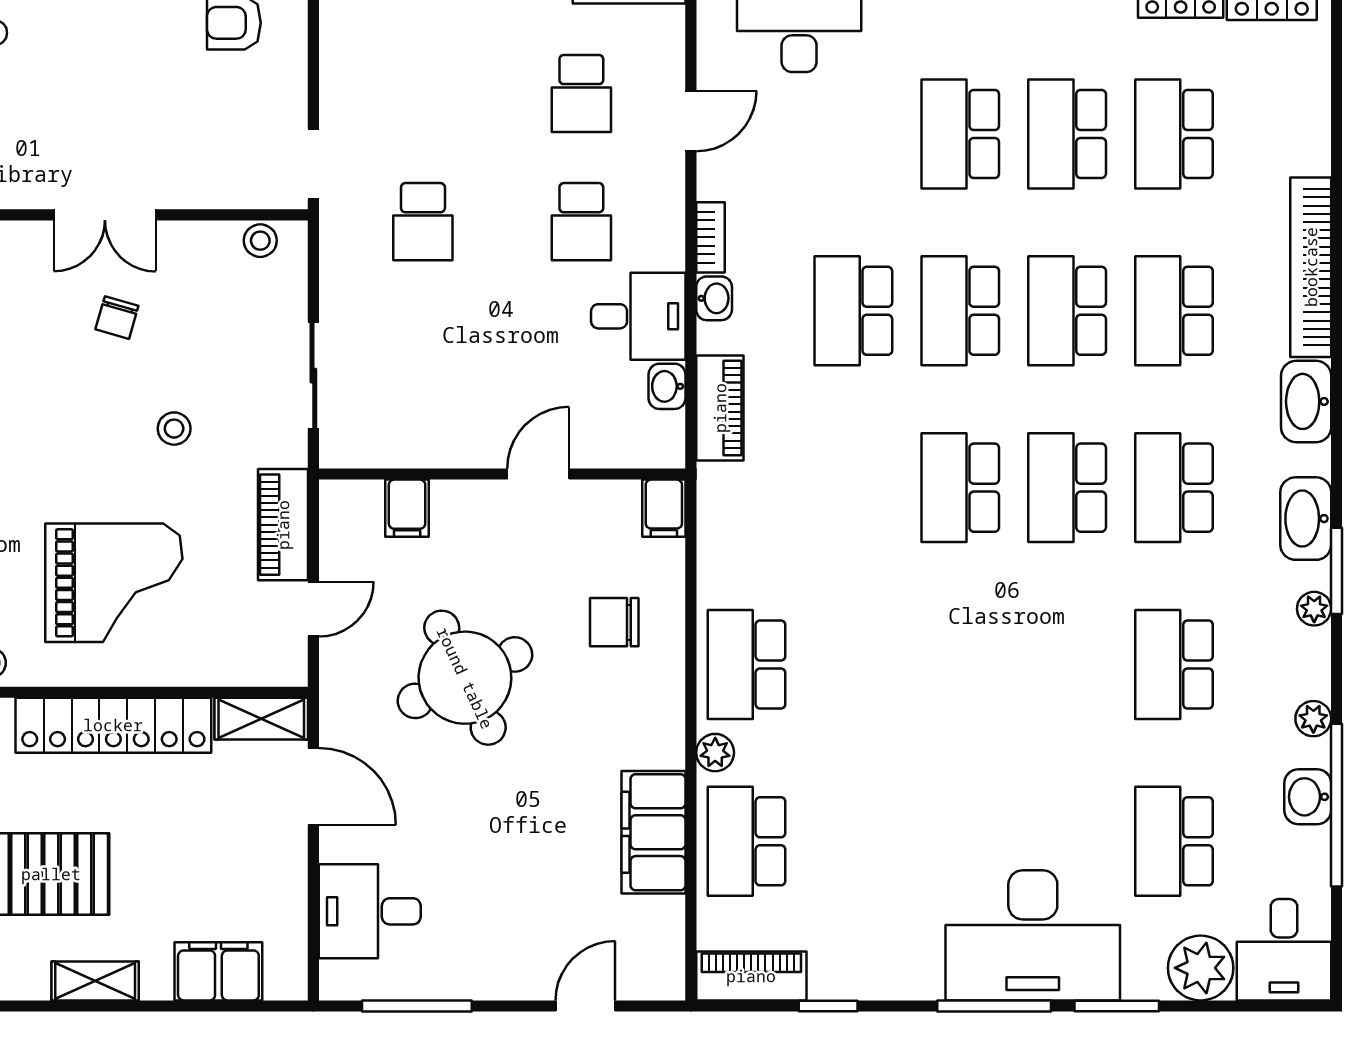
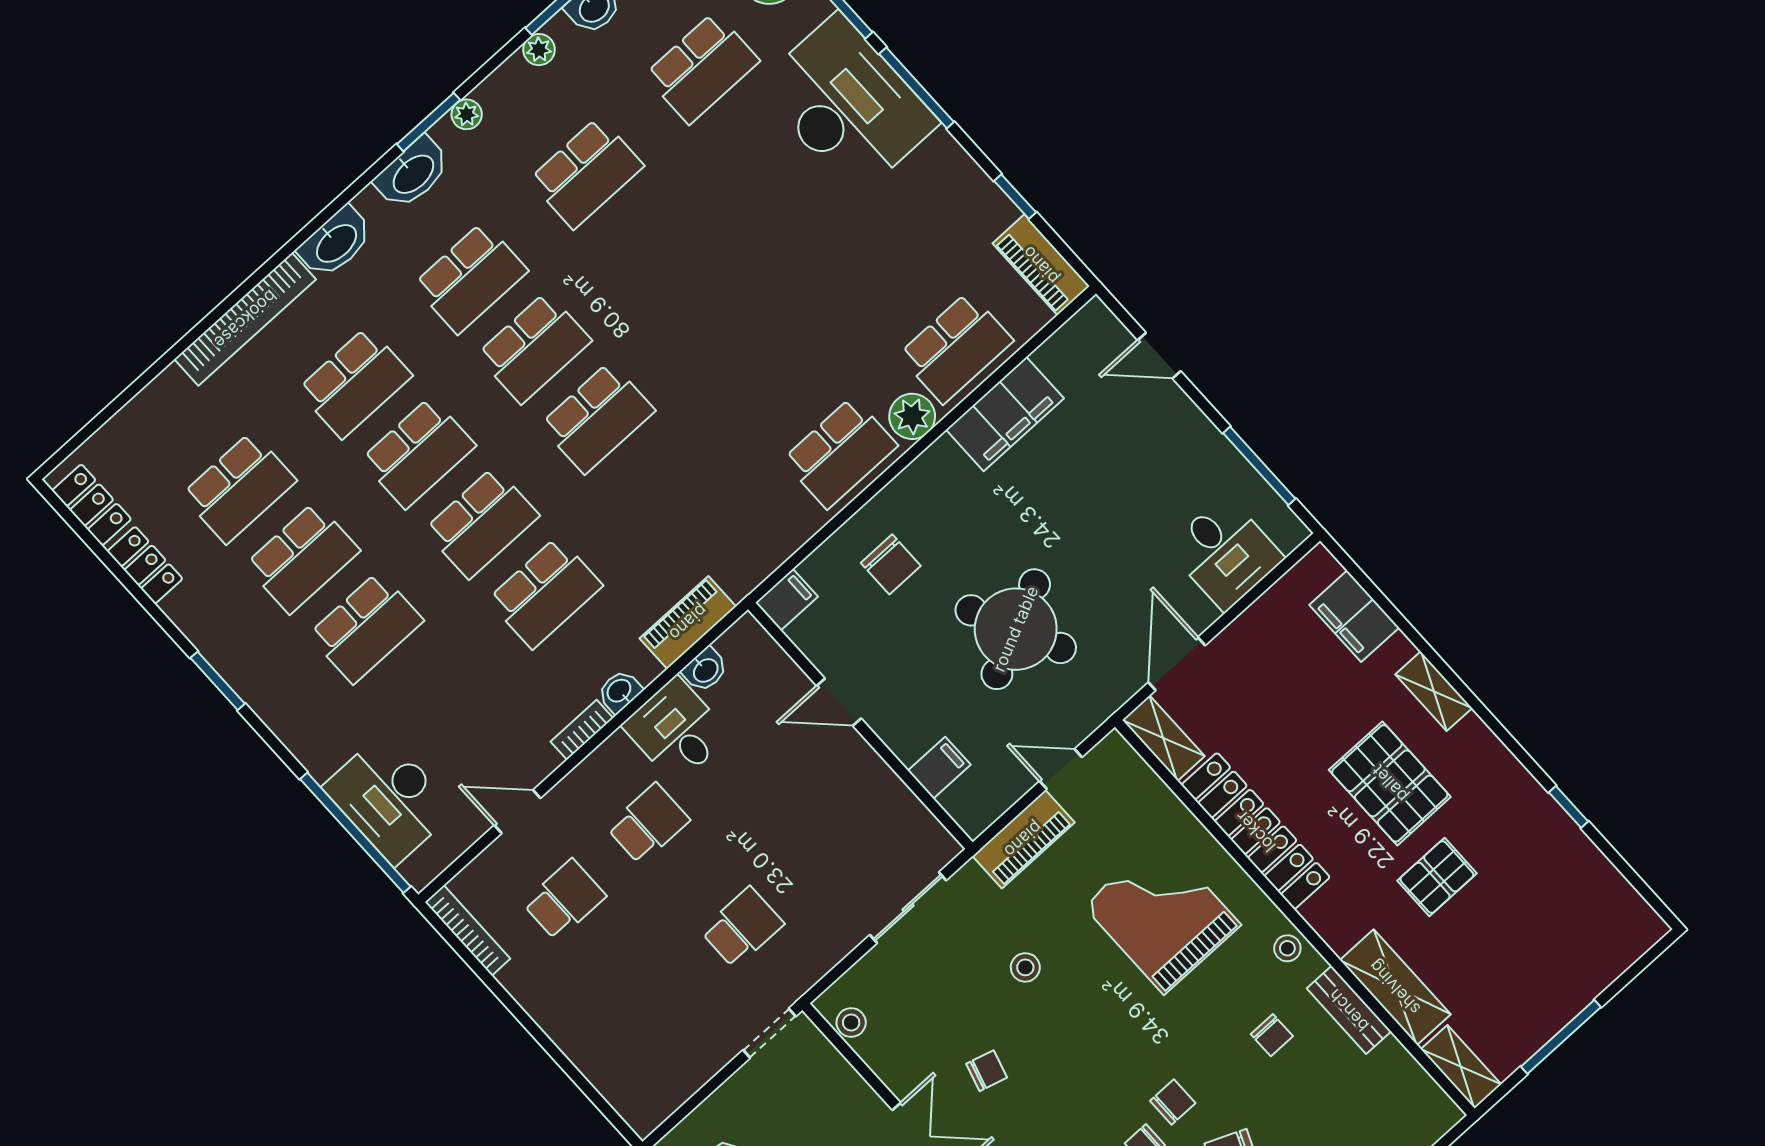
plant: (715, 753) -> (912, 416), width x1.38, depth x1.38

